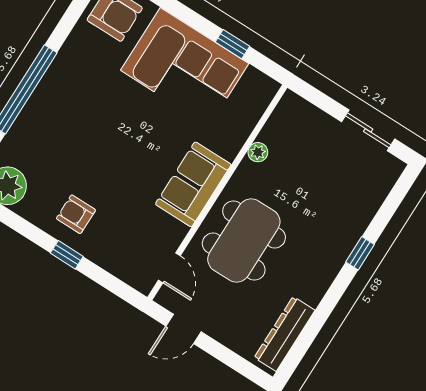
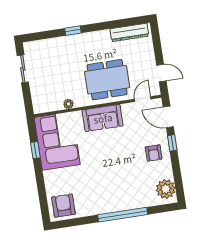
corner sofa: (185, 67) -> (57, 141), moved
door: (110, 282) -> (168, 117), added

